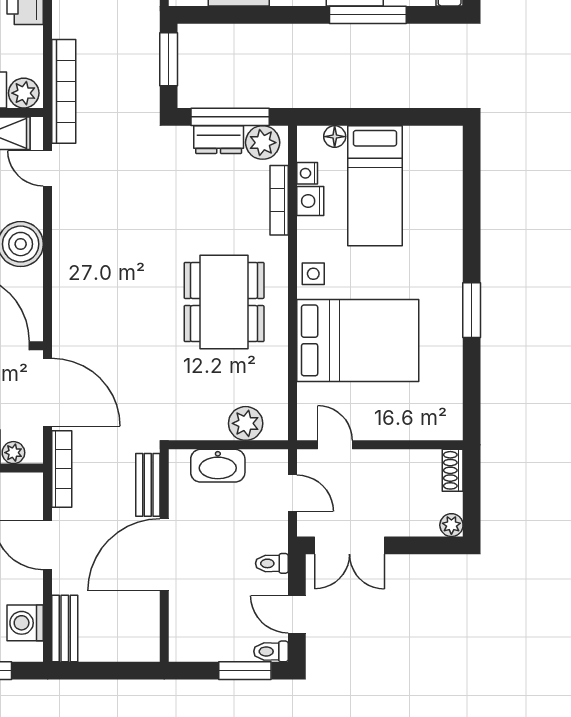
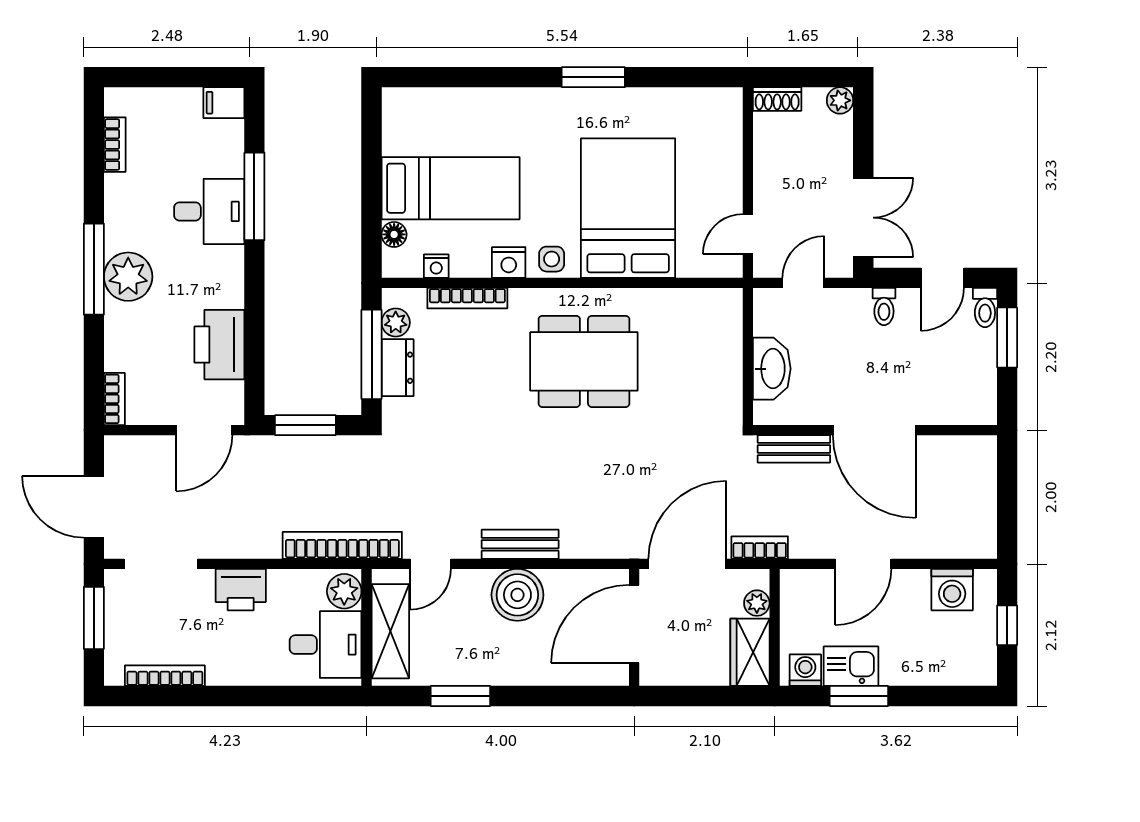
plant: (263, 143) -> (396, 322), width x0.73, depth x0.73
nightstand: (310, 201) -> (509, 262), moved
plant: (246, 423) -> (723, 337), removed
bookcase: (62, 469) -> (760, 548), width x0.64
bench: (65, 628) -> (520, 544), moved

